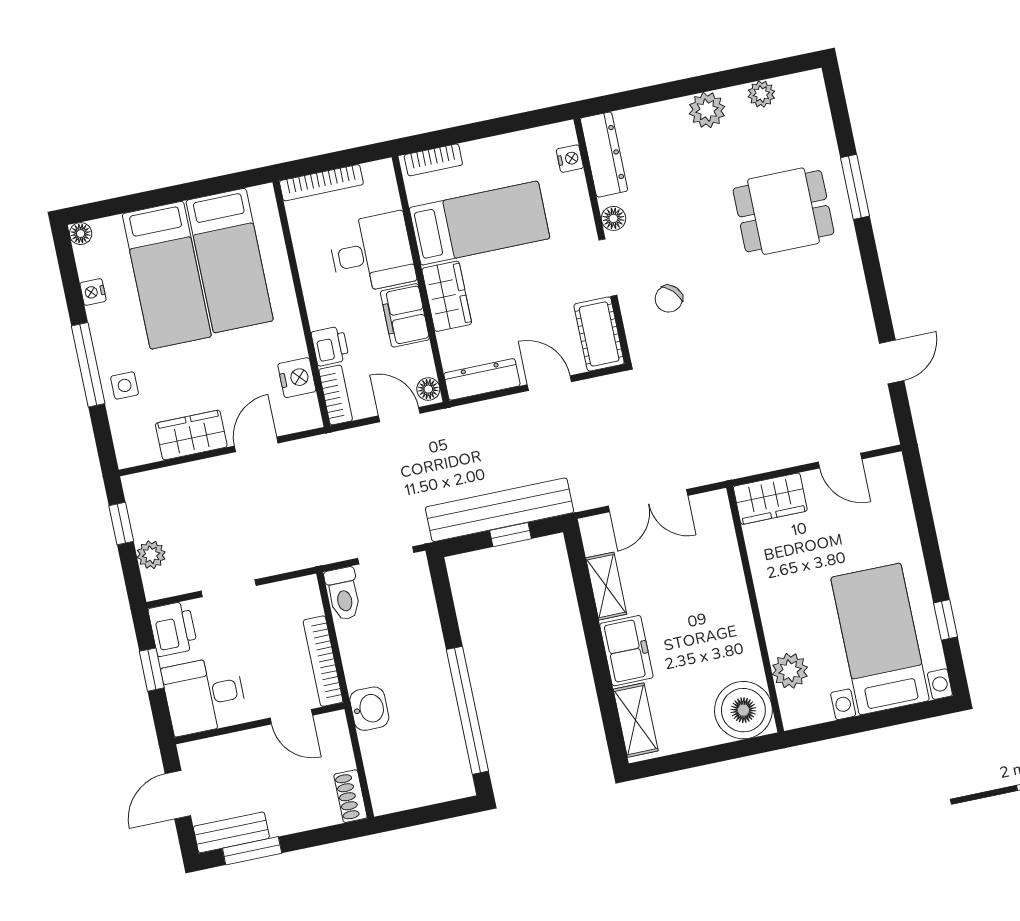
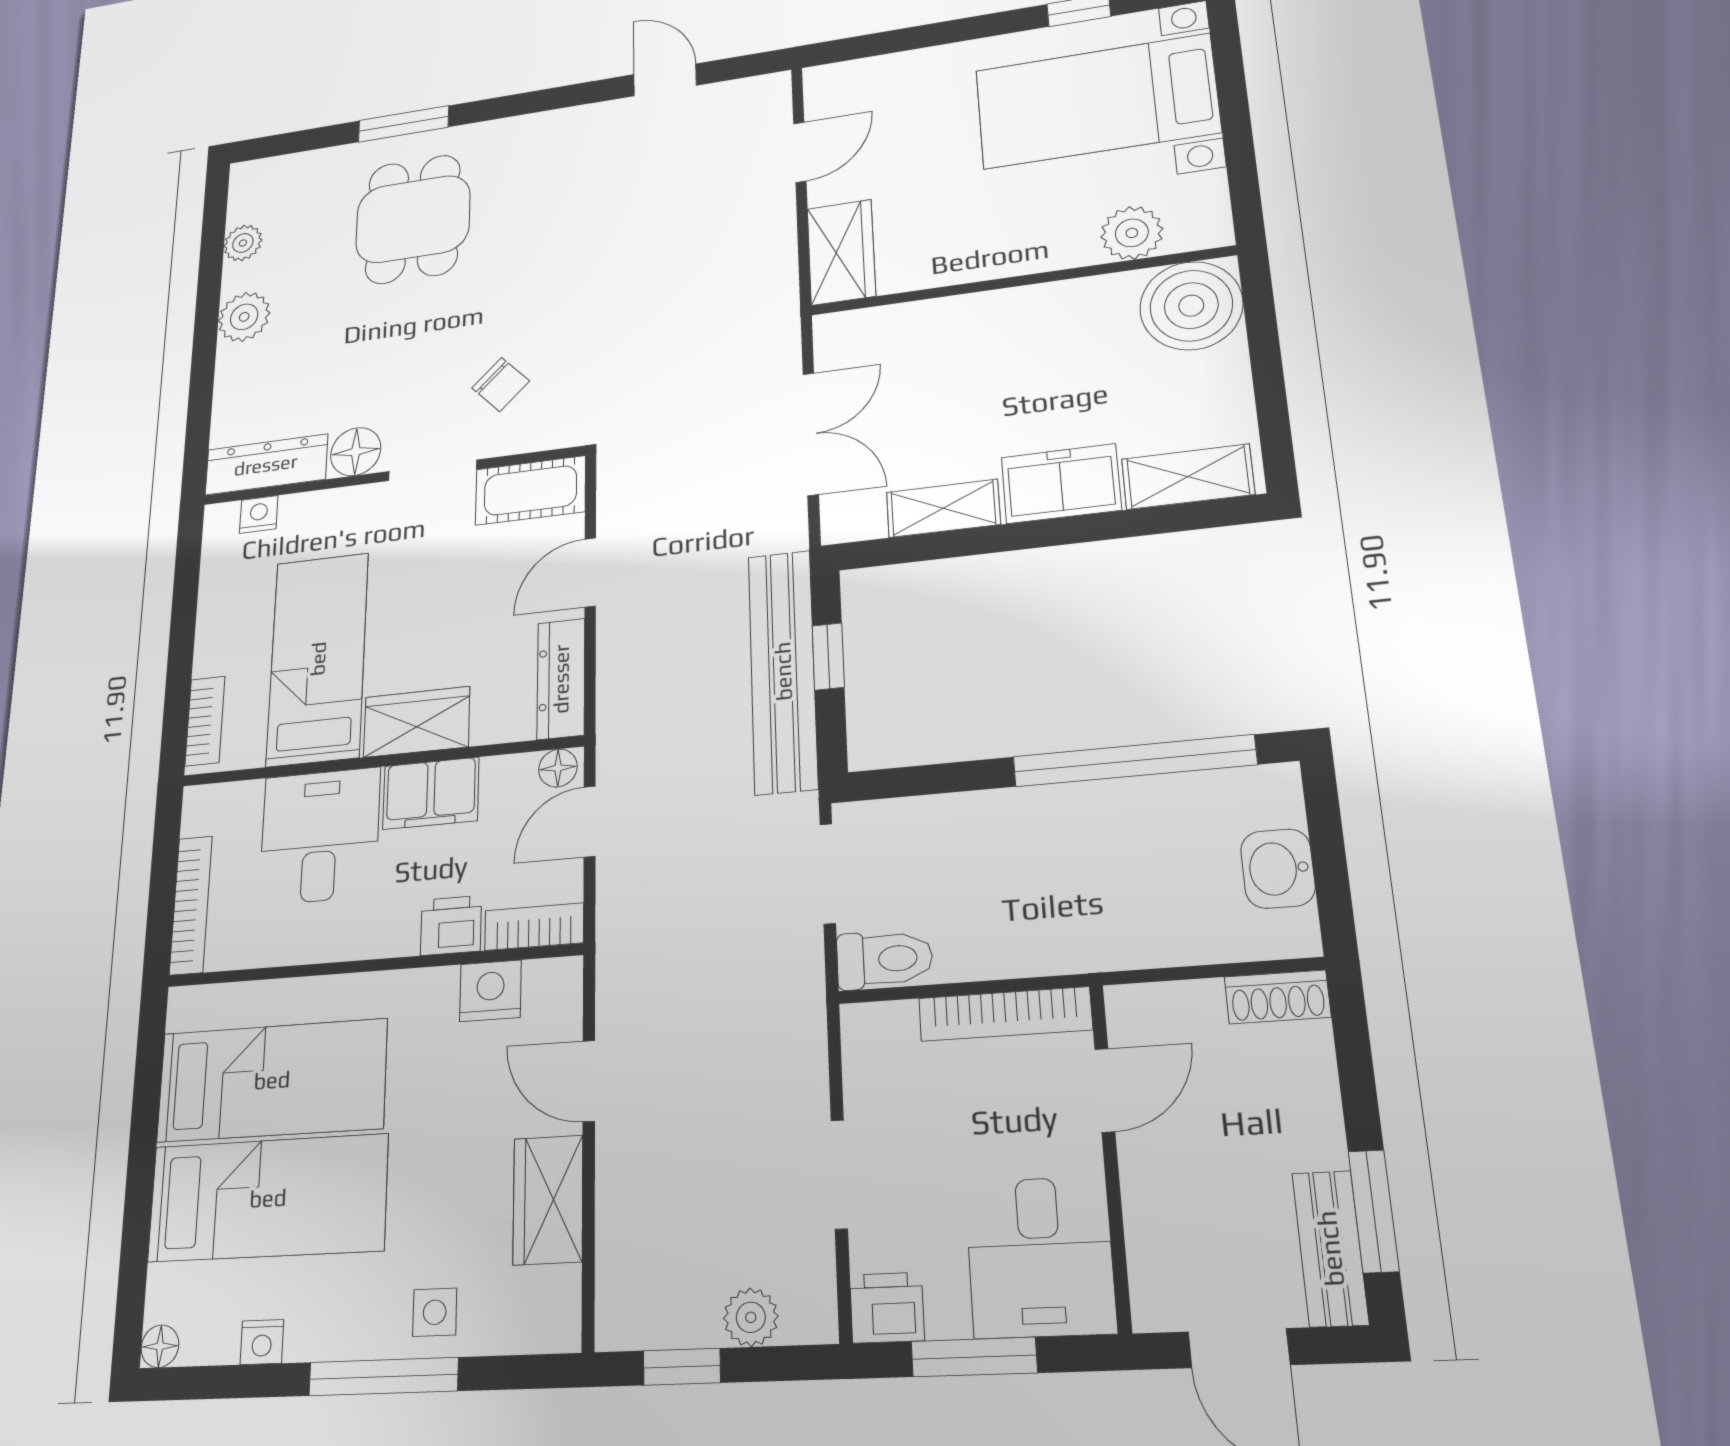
floor lamp: (613, 218) -> (356, 452), width x1.37, depth x1.37
printer: (173, 629) -> (887, 1308), width x0.73, depth x0.81
window: (152, 670) -> (974, 1357), width x1.50
washbasin: (369, 709) -> (1278, 869), moved, turned -90

